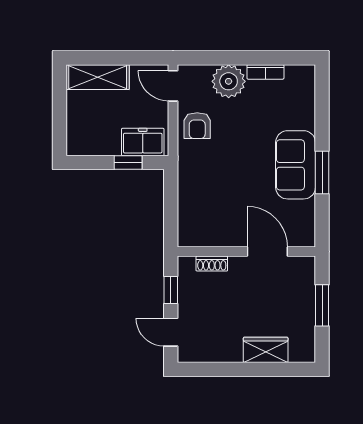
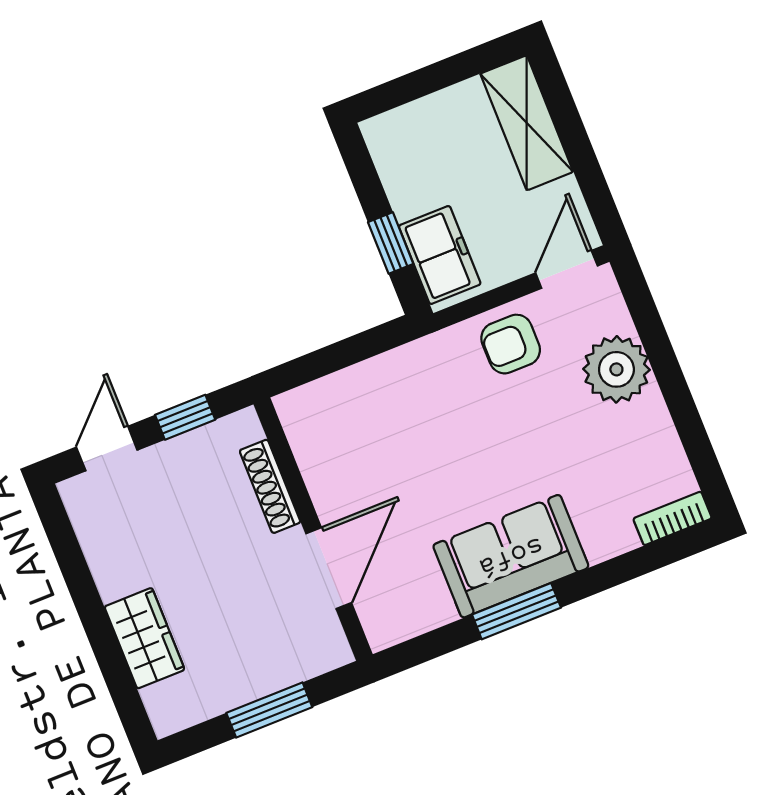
bookcase: (265, 72) -> (672, 518), moved, turned 90
shoe rack: (212, 264) -> (270, 486), width x1.43

